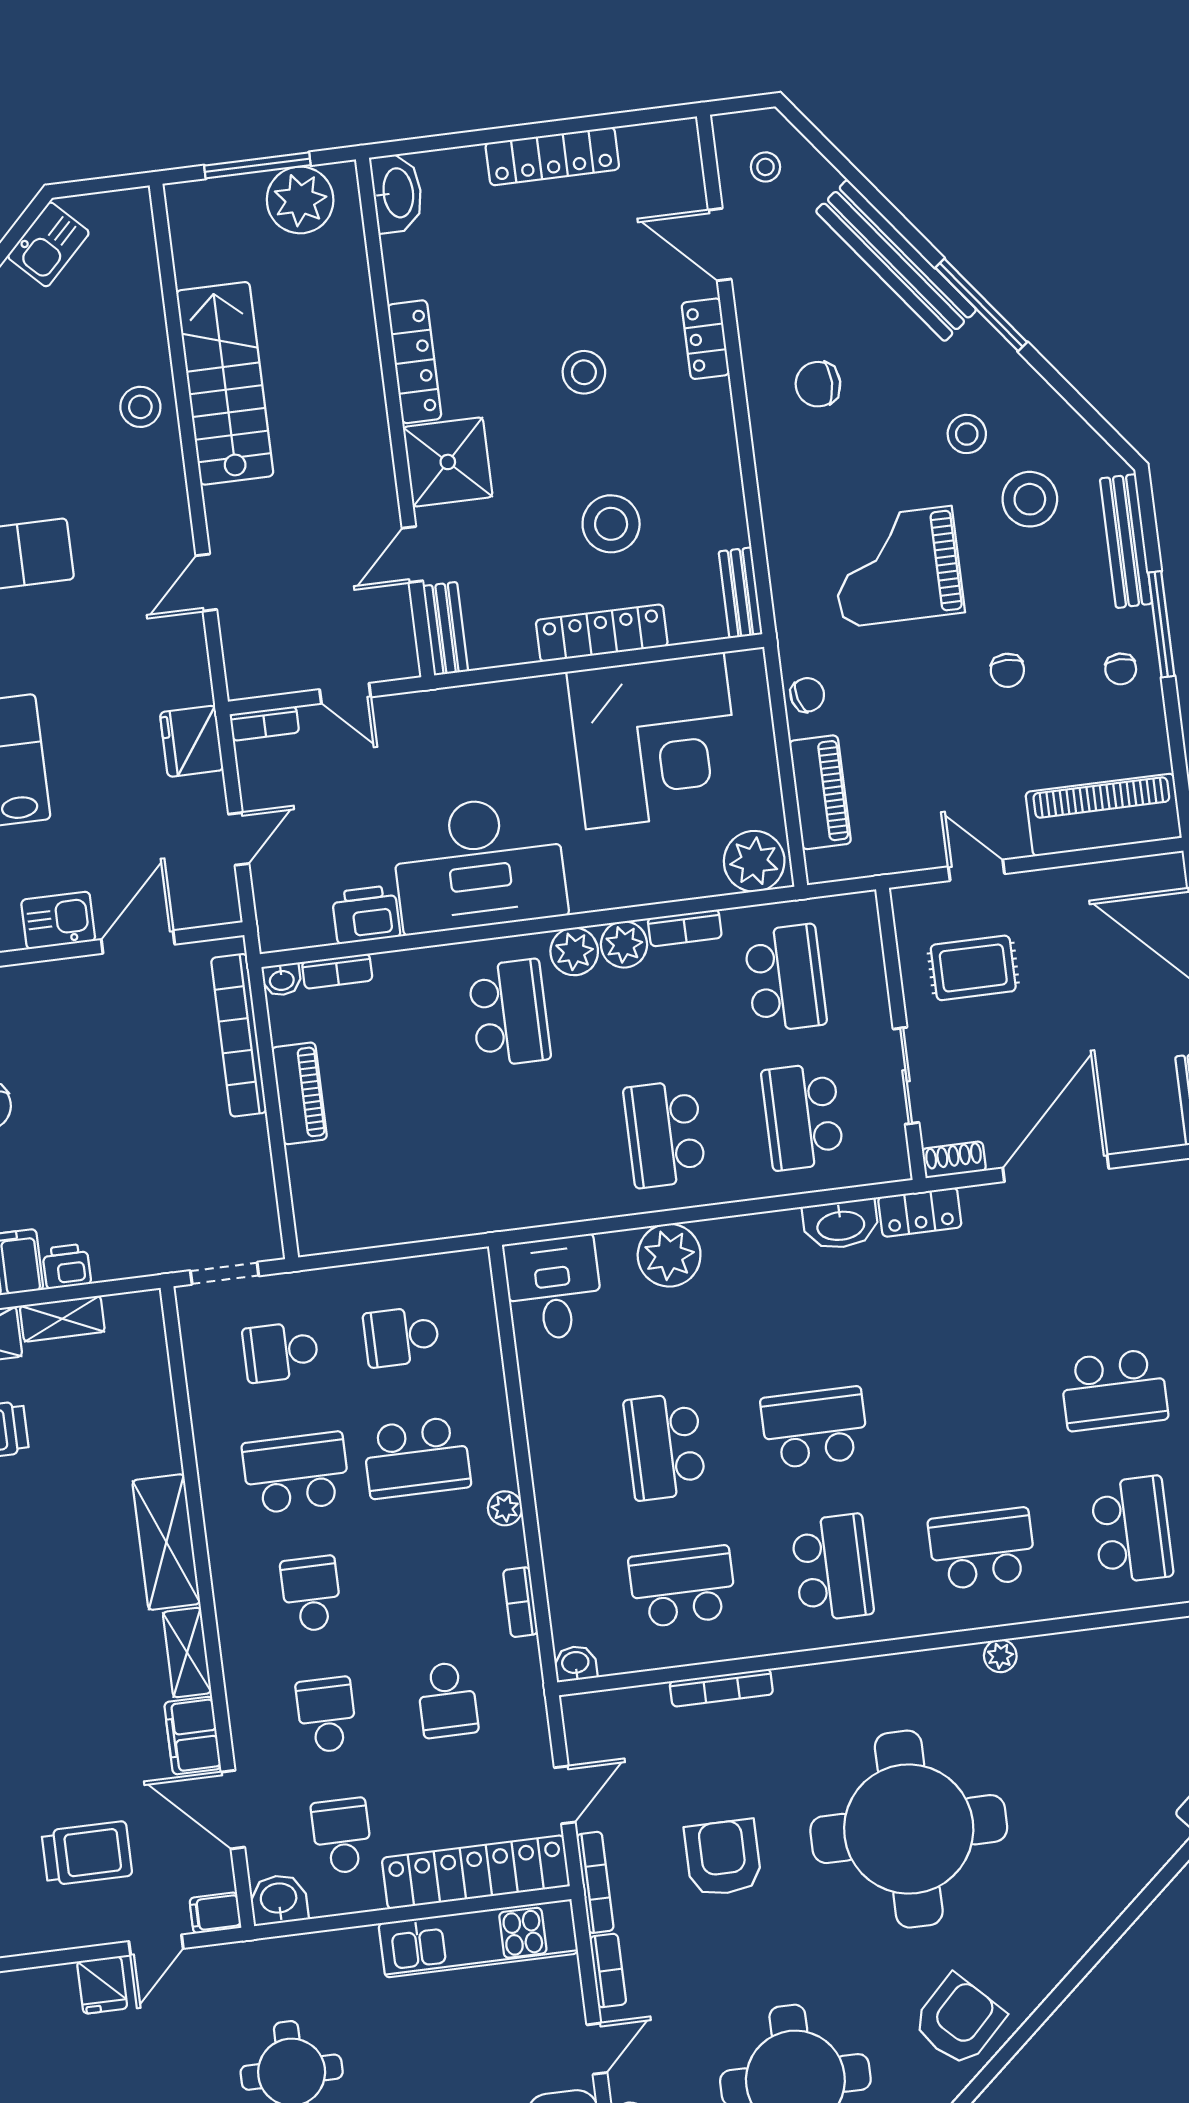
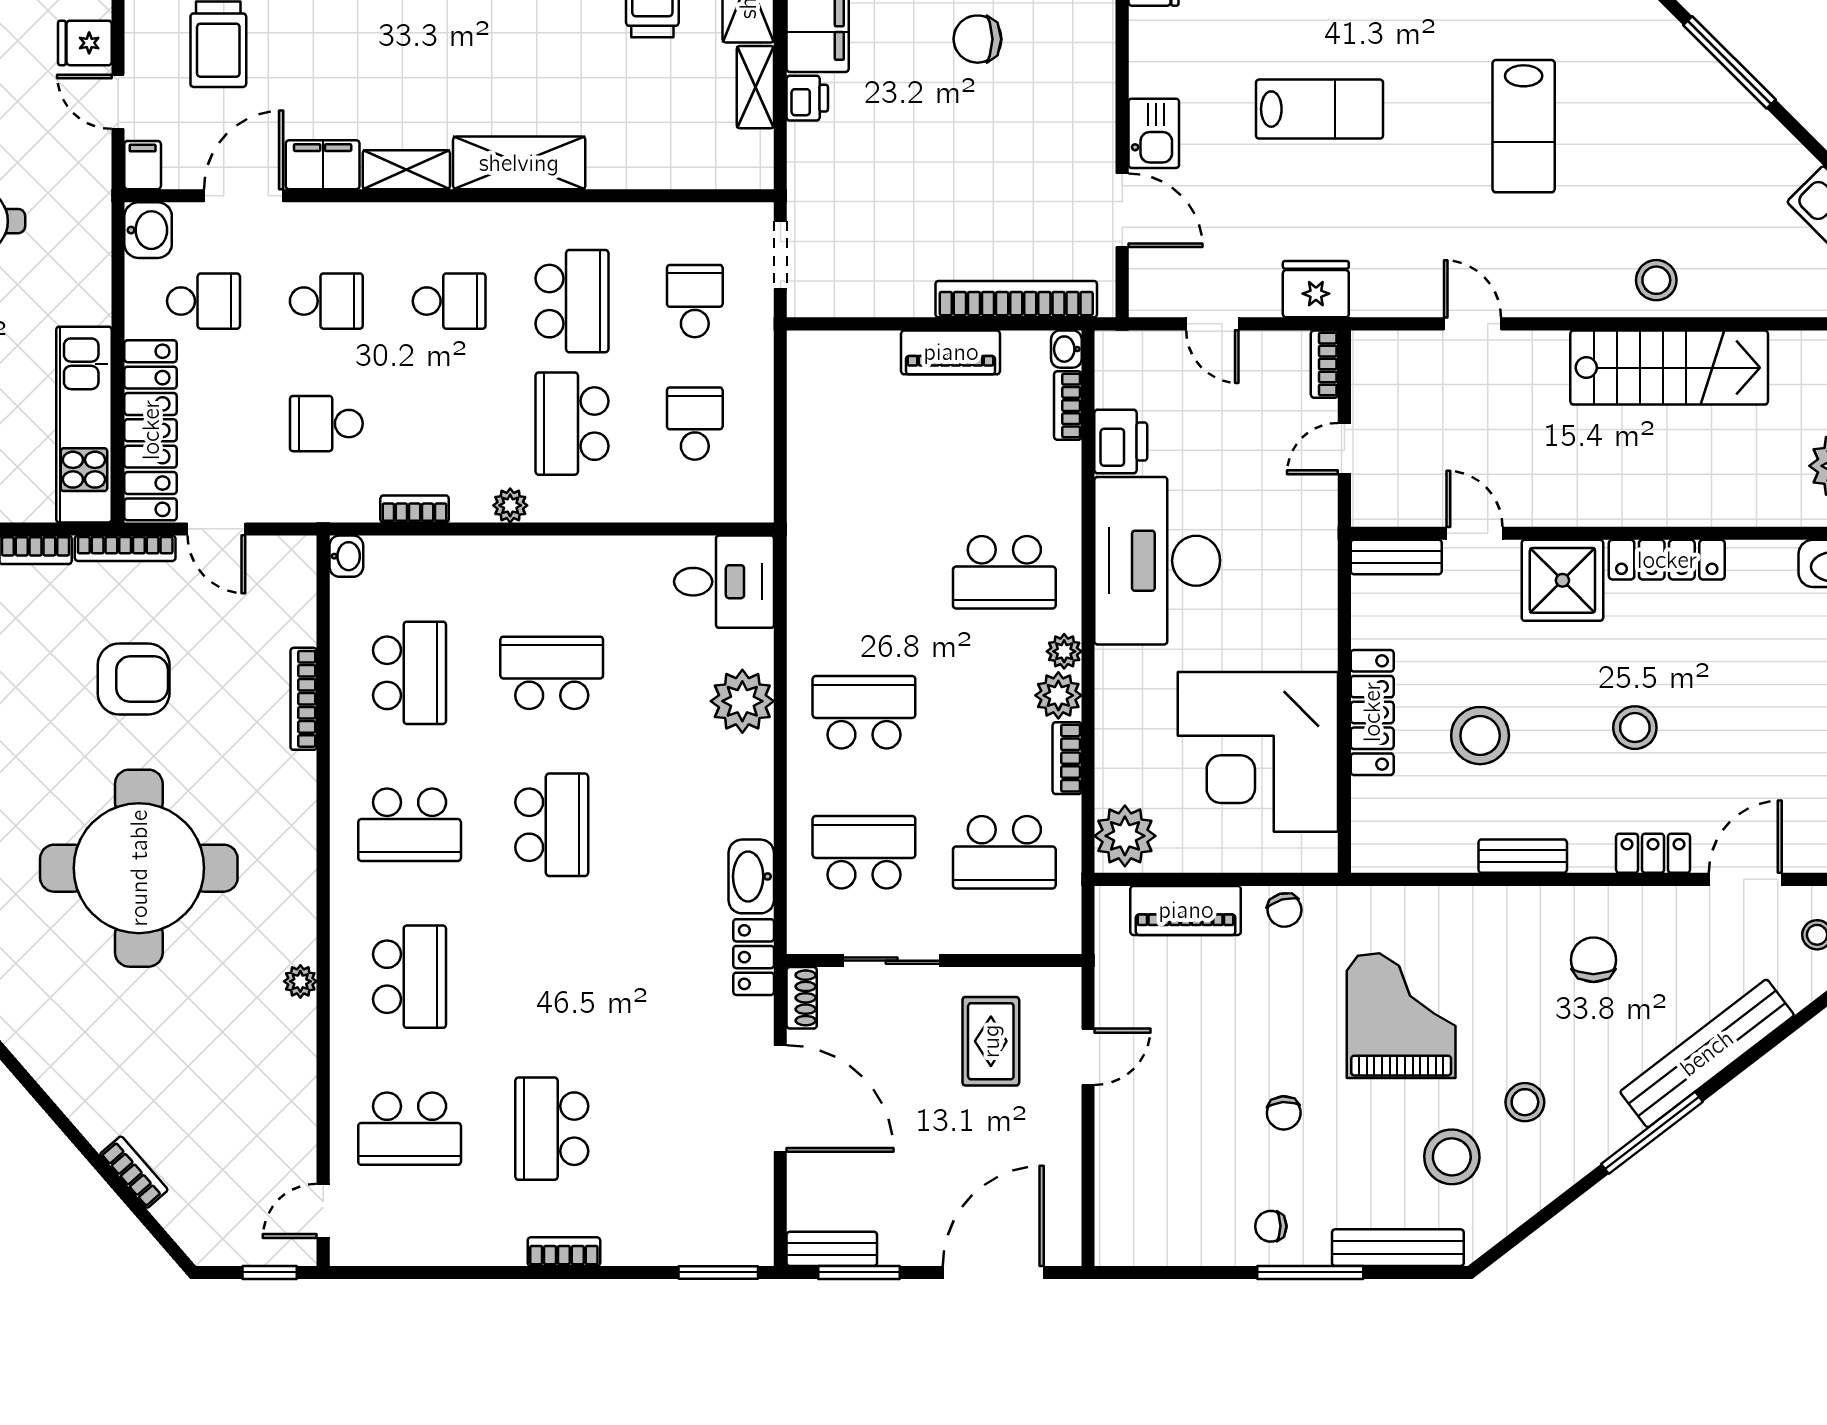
bench: (740, 593) -> (1523, 856), moved
chair: (1007, 670) -> (1284, 1113), turned -94
piano: (1104, 815) -> (1127, 1191), removed
plant: (574, 951) -> (1064, 651), width x0.73, depth x0.73

